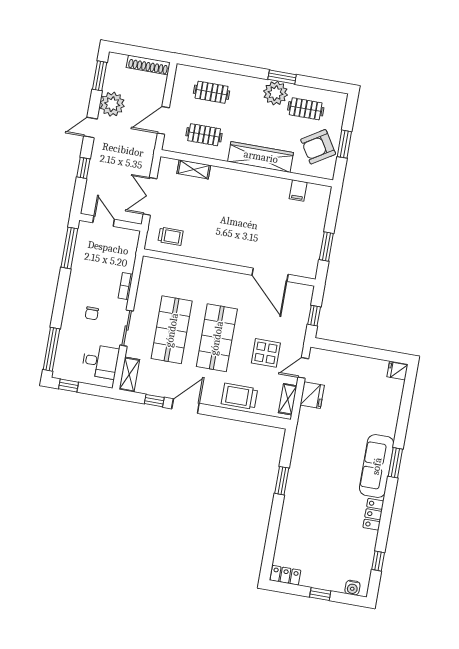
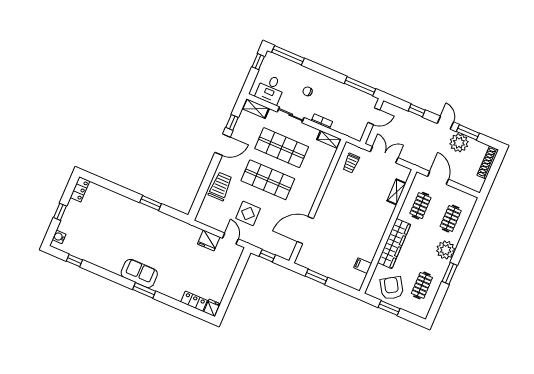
shoe rack: (148, 65) -> (488, 162), moved
window: (100, 76) -> (468, 132), moved
plant: (276, 93) -> (446, 250), moved
shelving: (288, 399) -> (329, 139), moved
door: (185, 406) -> (223, 145), hinge flipped
sofa: (377, 466) -> (139, 273), width x0.73
locker: (373, 514) -> (194, 301), moved

